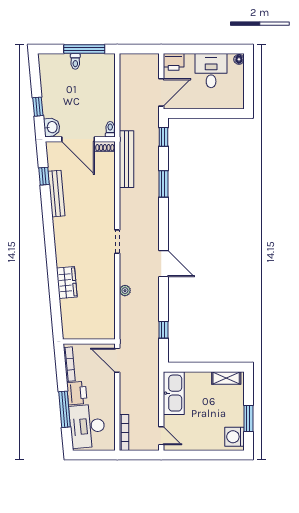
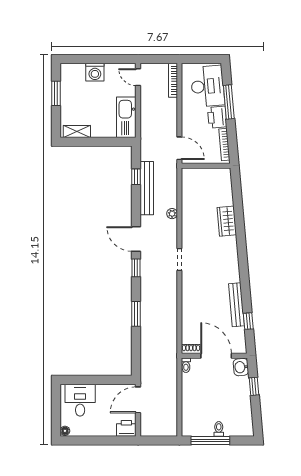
desk: (211, 71) -> (80, 400), moved, turned 180
window: (163, 137) -> (136, 268), moved
bench: (127, 159) -> (147, 188), moved
washing machine: (234, 437) -> (95, 72), moved, turned 90

